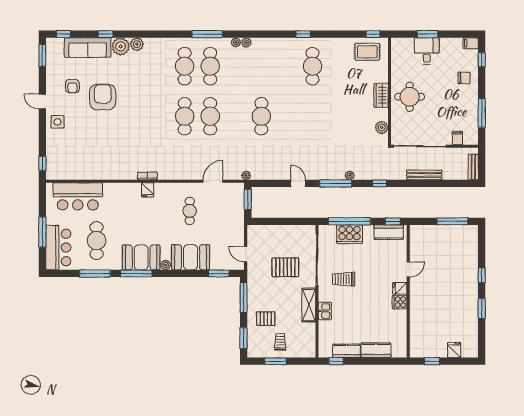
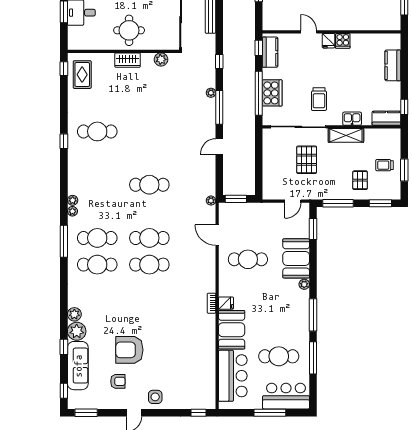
cafe table: (190, 211) -> (248, 259), width x1.37, depth x1.35
booth: (141, 257) -> (232, 330), moved
kitchen counter: (346, 351) -> (386, 118), moved, turned 90

